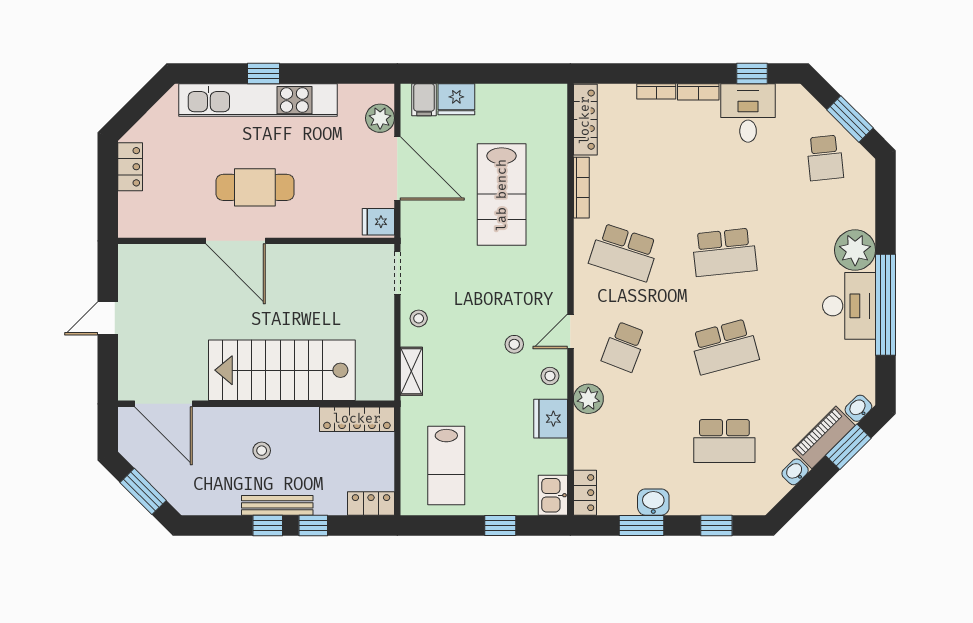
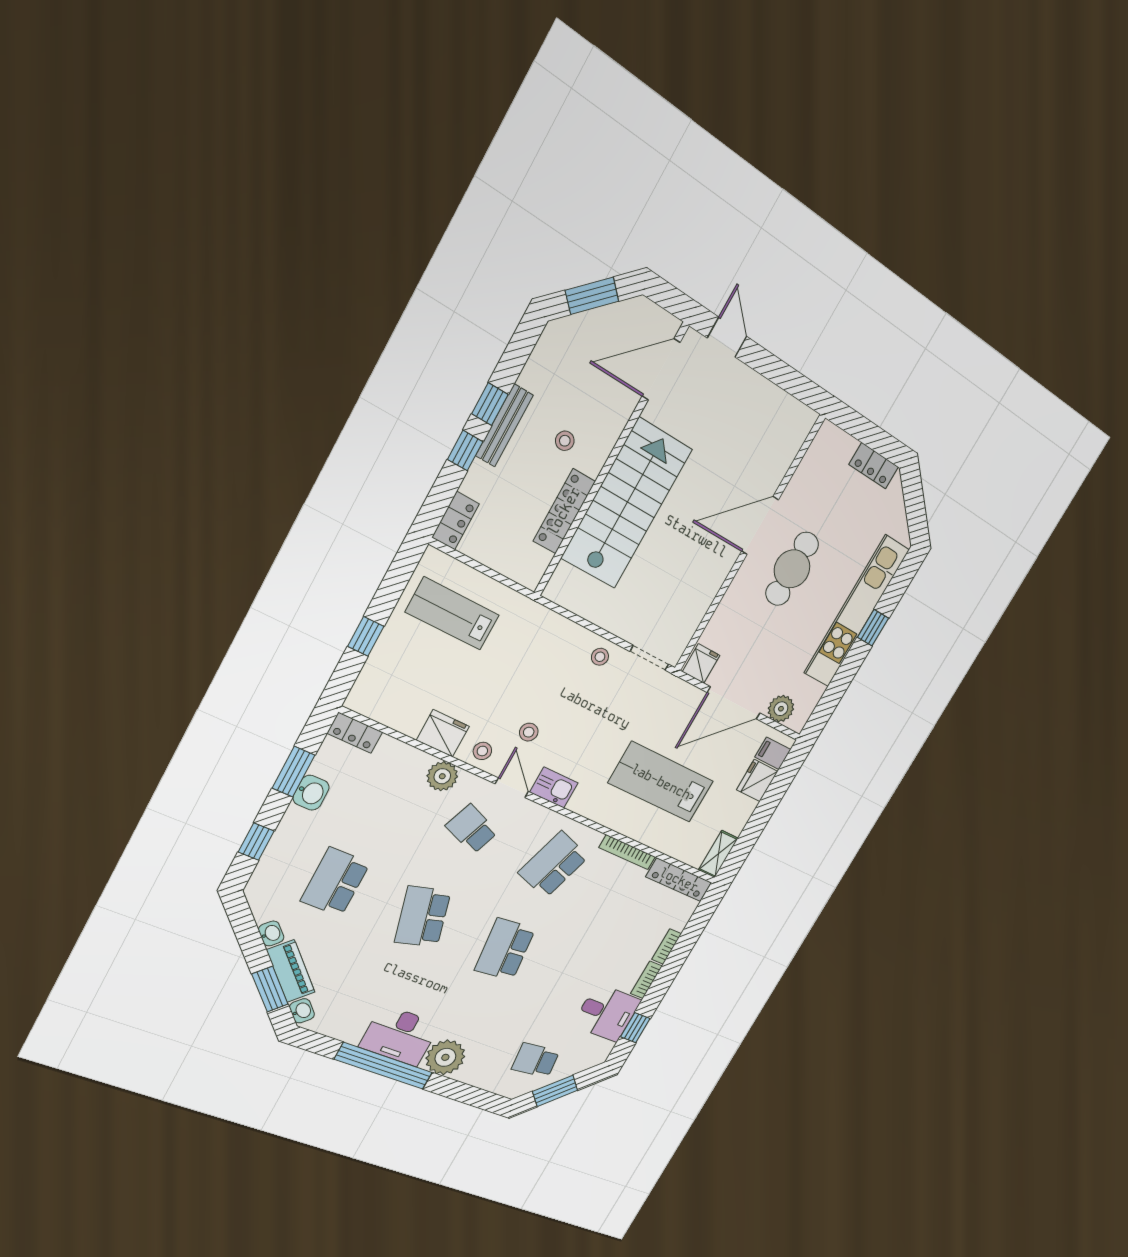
door: (108, 318) -> (727, 337), moved
shelving: (411, 371) -> (718, 854), moved, turned 90
locker: (357, 419) -> (564, 511), moved
kitchen sink: (553, 495) -> (554, 788), moved

